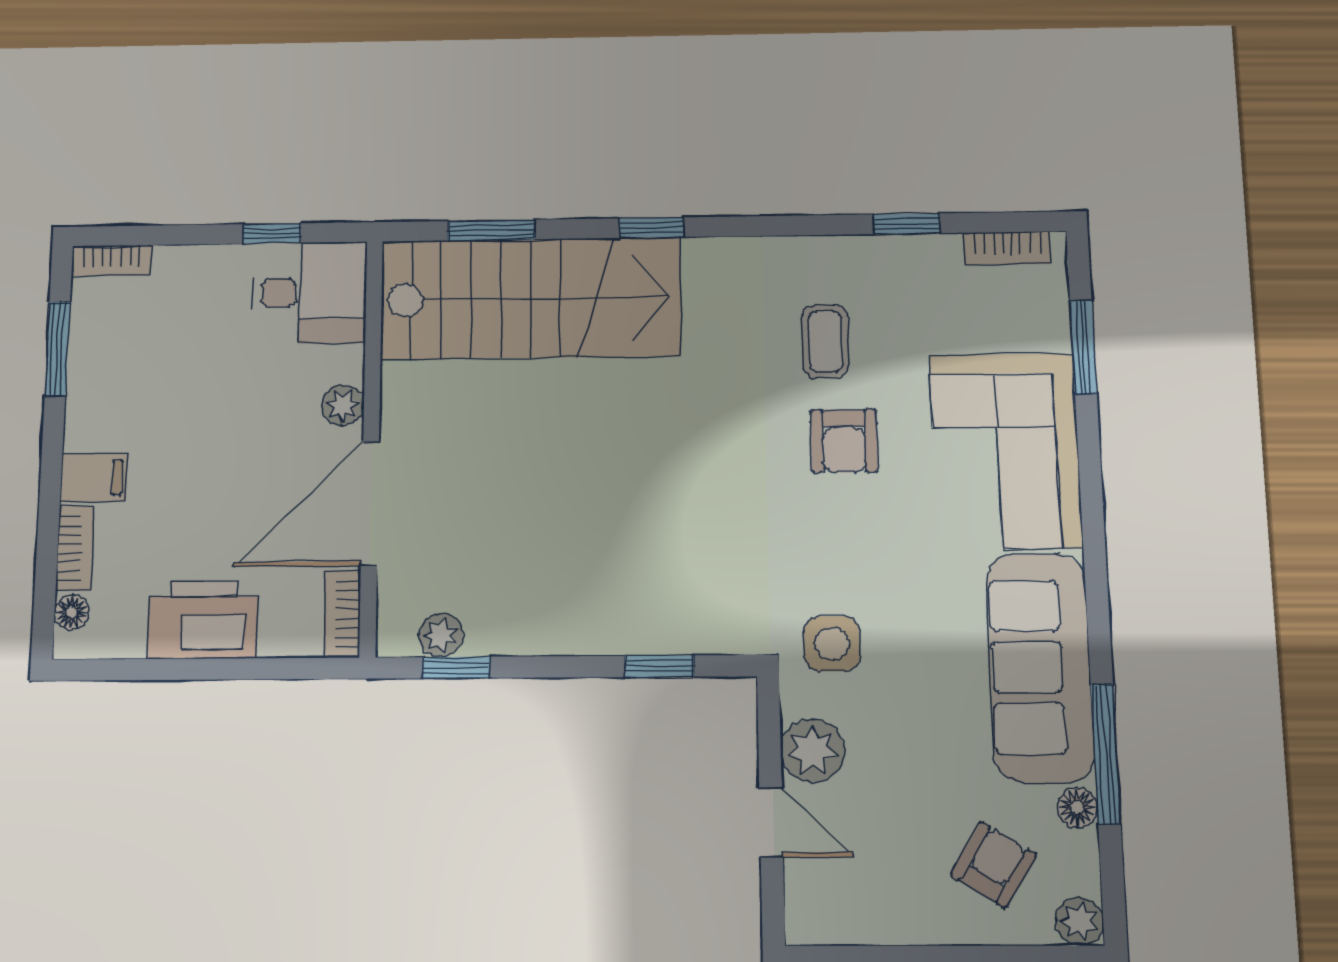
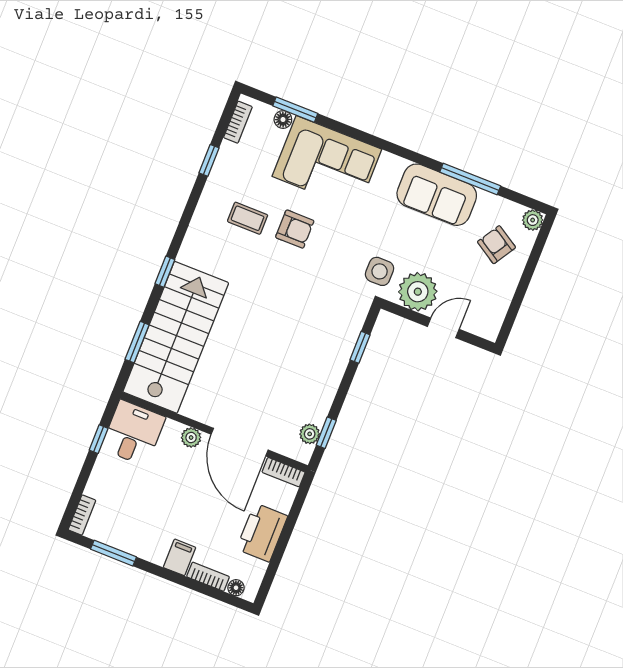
sofa: (1040, 667) -> (437, 195), width x0.73
plant: (812, 751) -> (418, 292), width x1.36, depth x1.36
floor lamp: (1077, 807) -> (283, 120), moved

